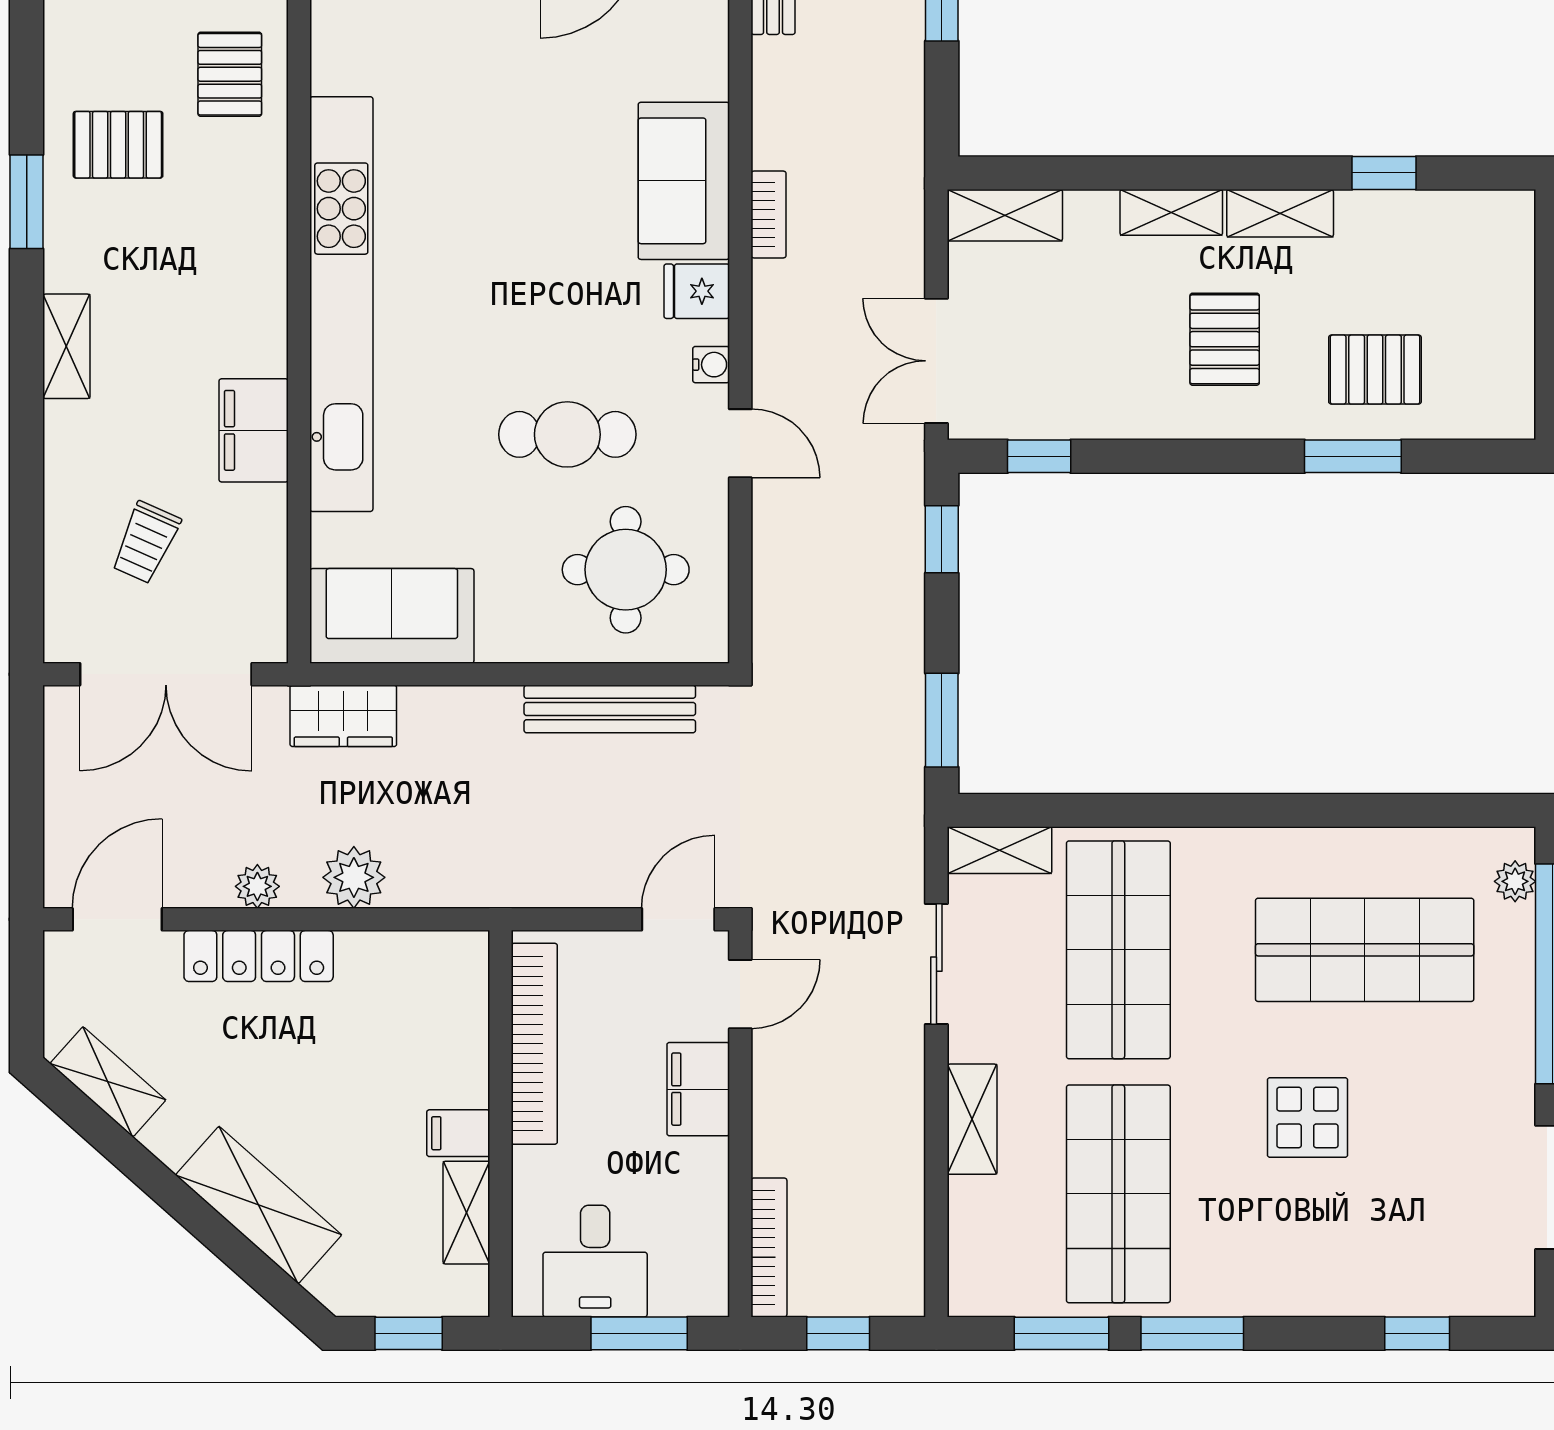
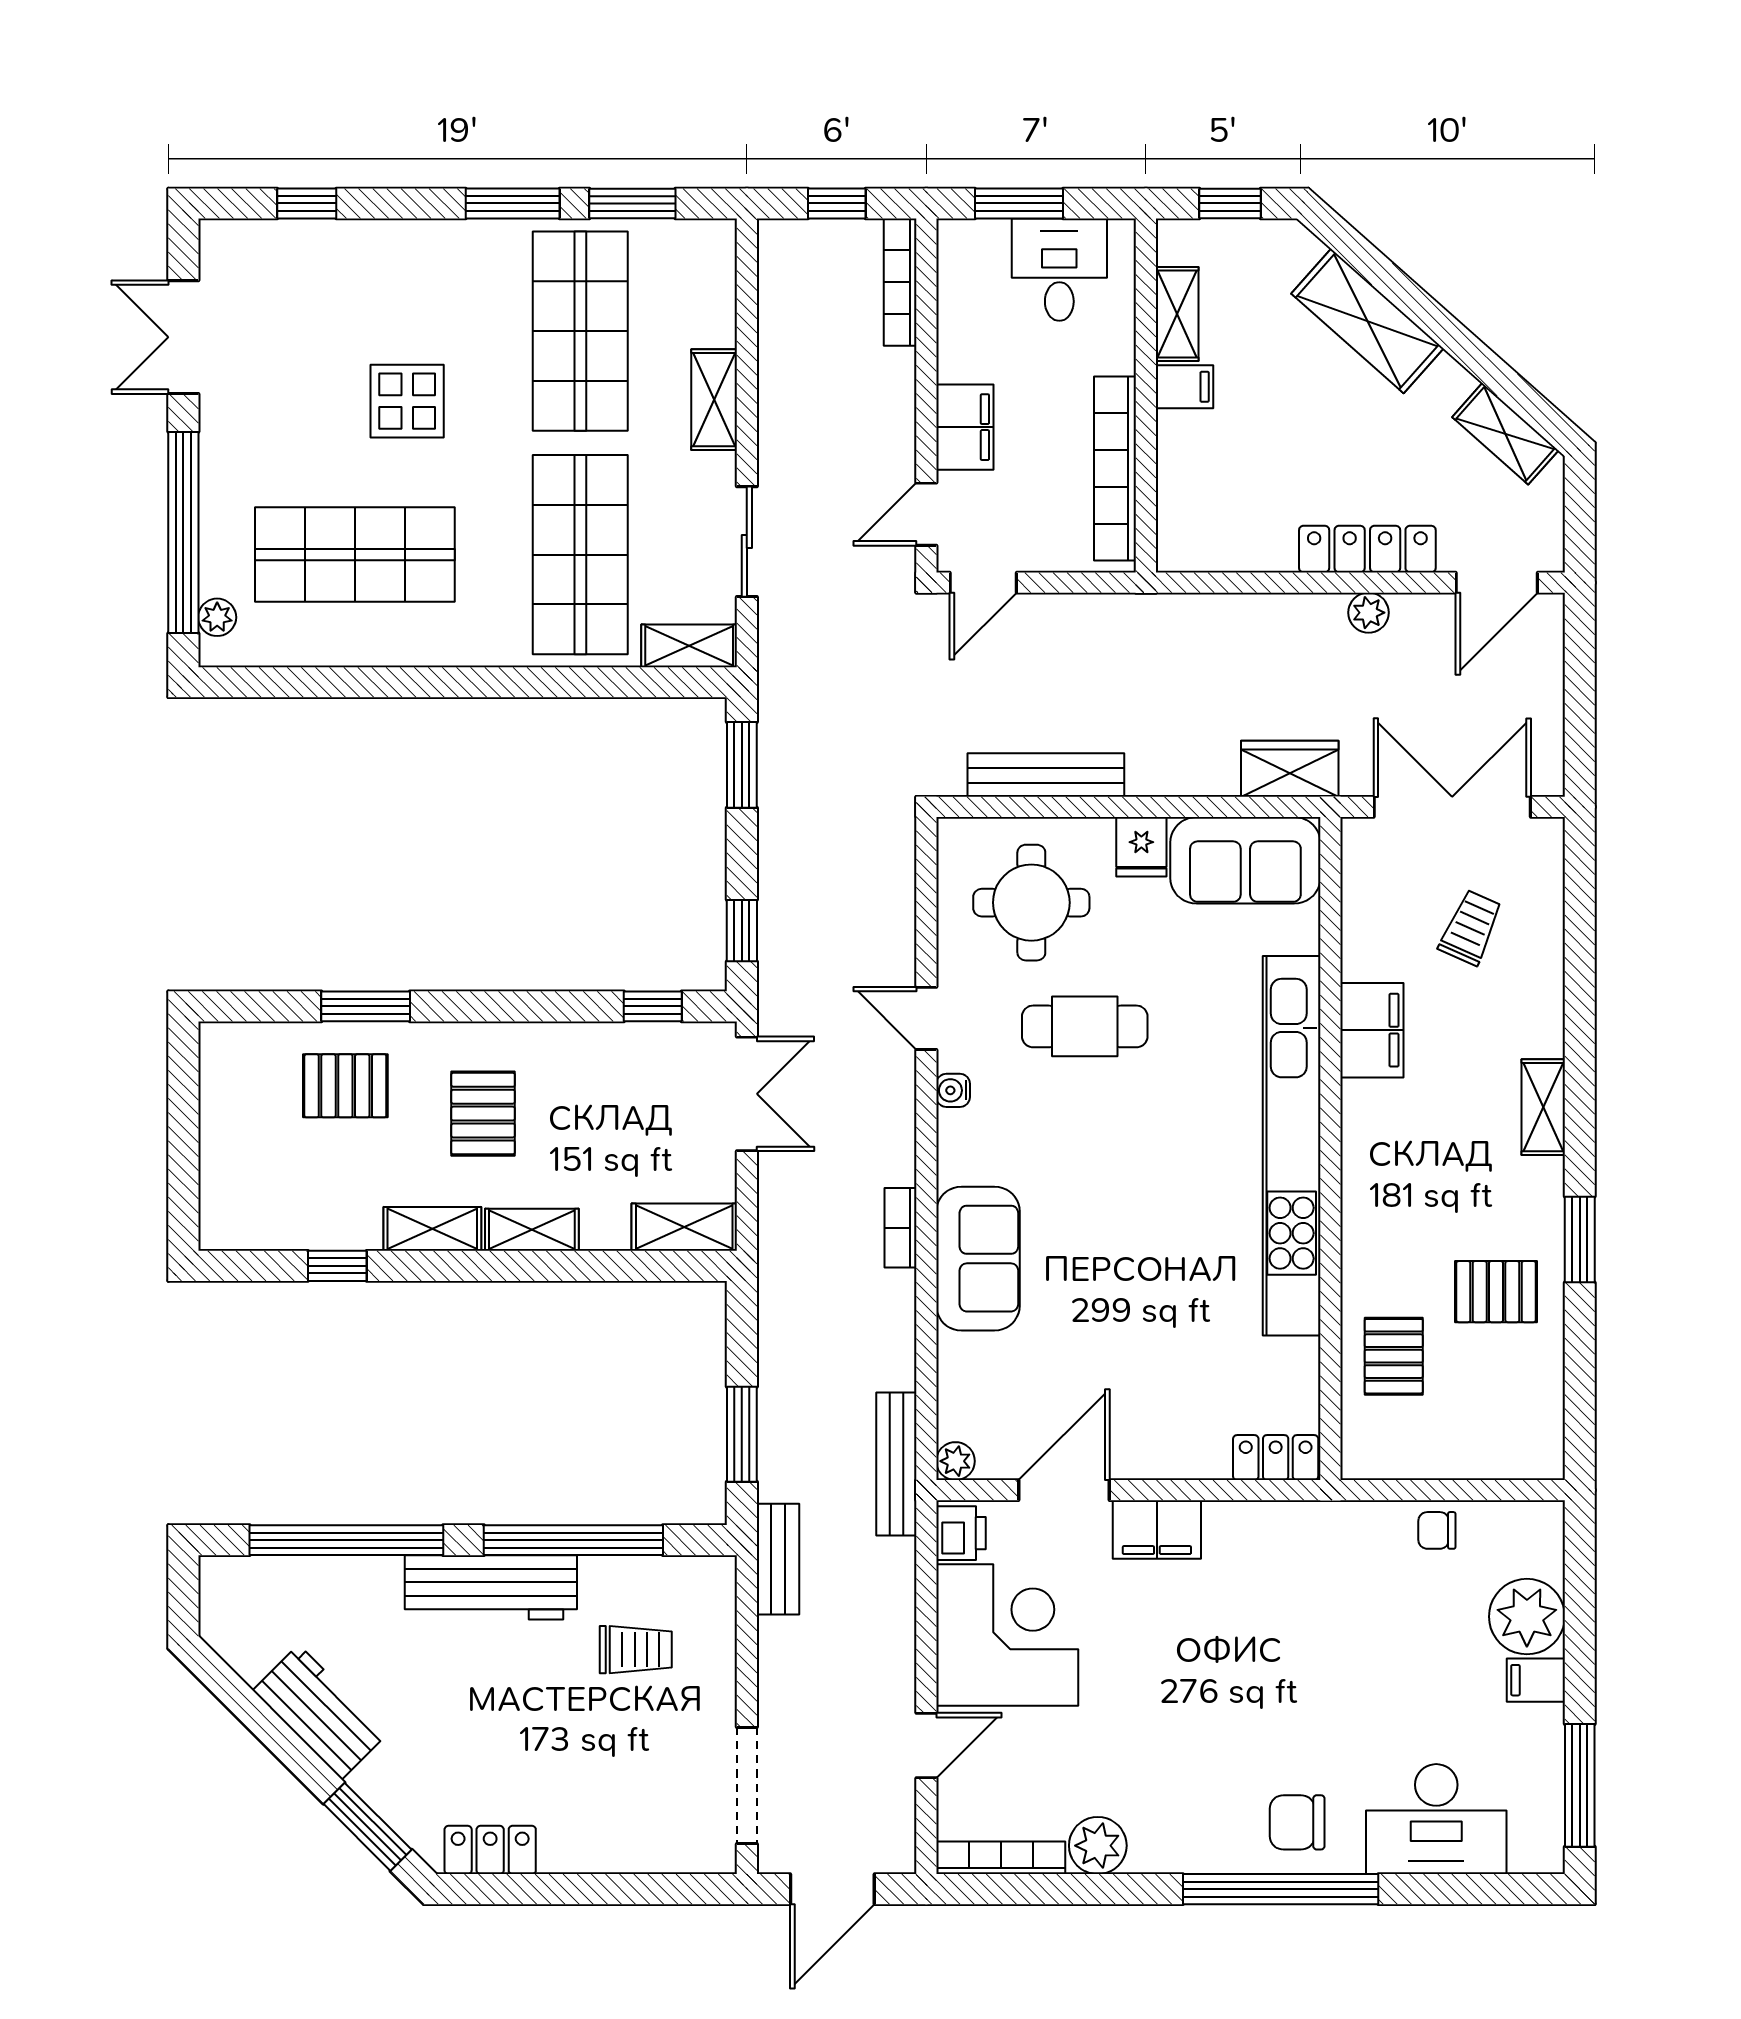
fridge: (697, 291) -> (1141, 847), moved, turned 90
plant: (354, 877) -> (1280, 621), removed

